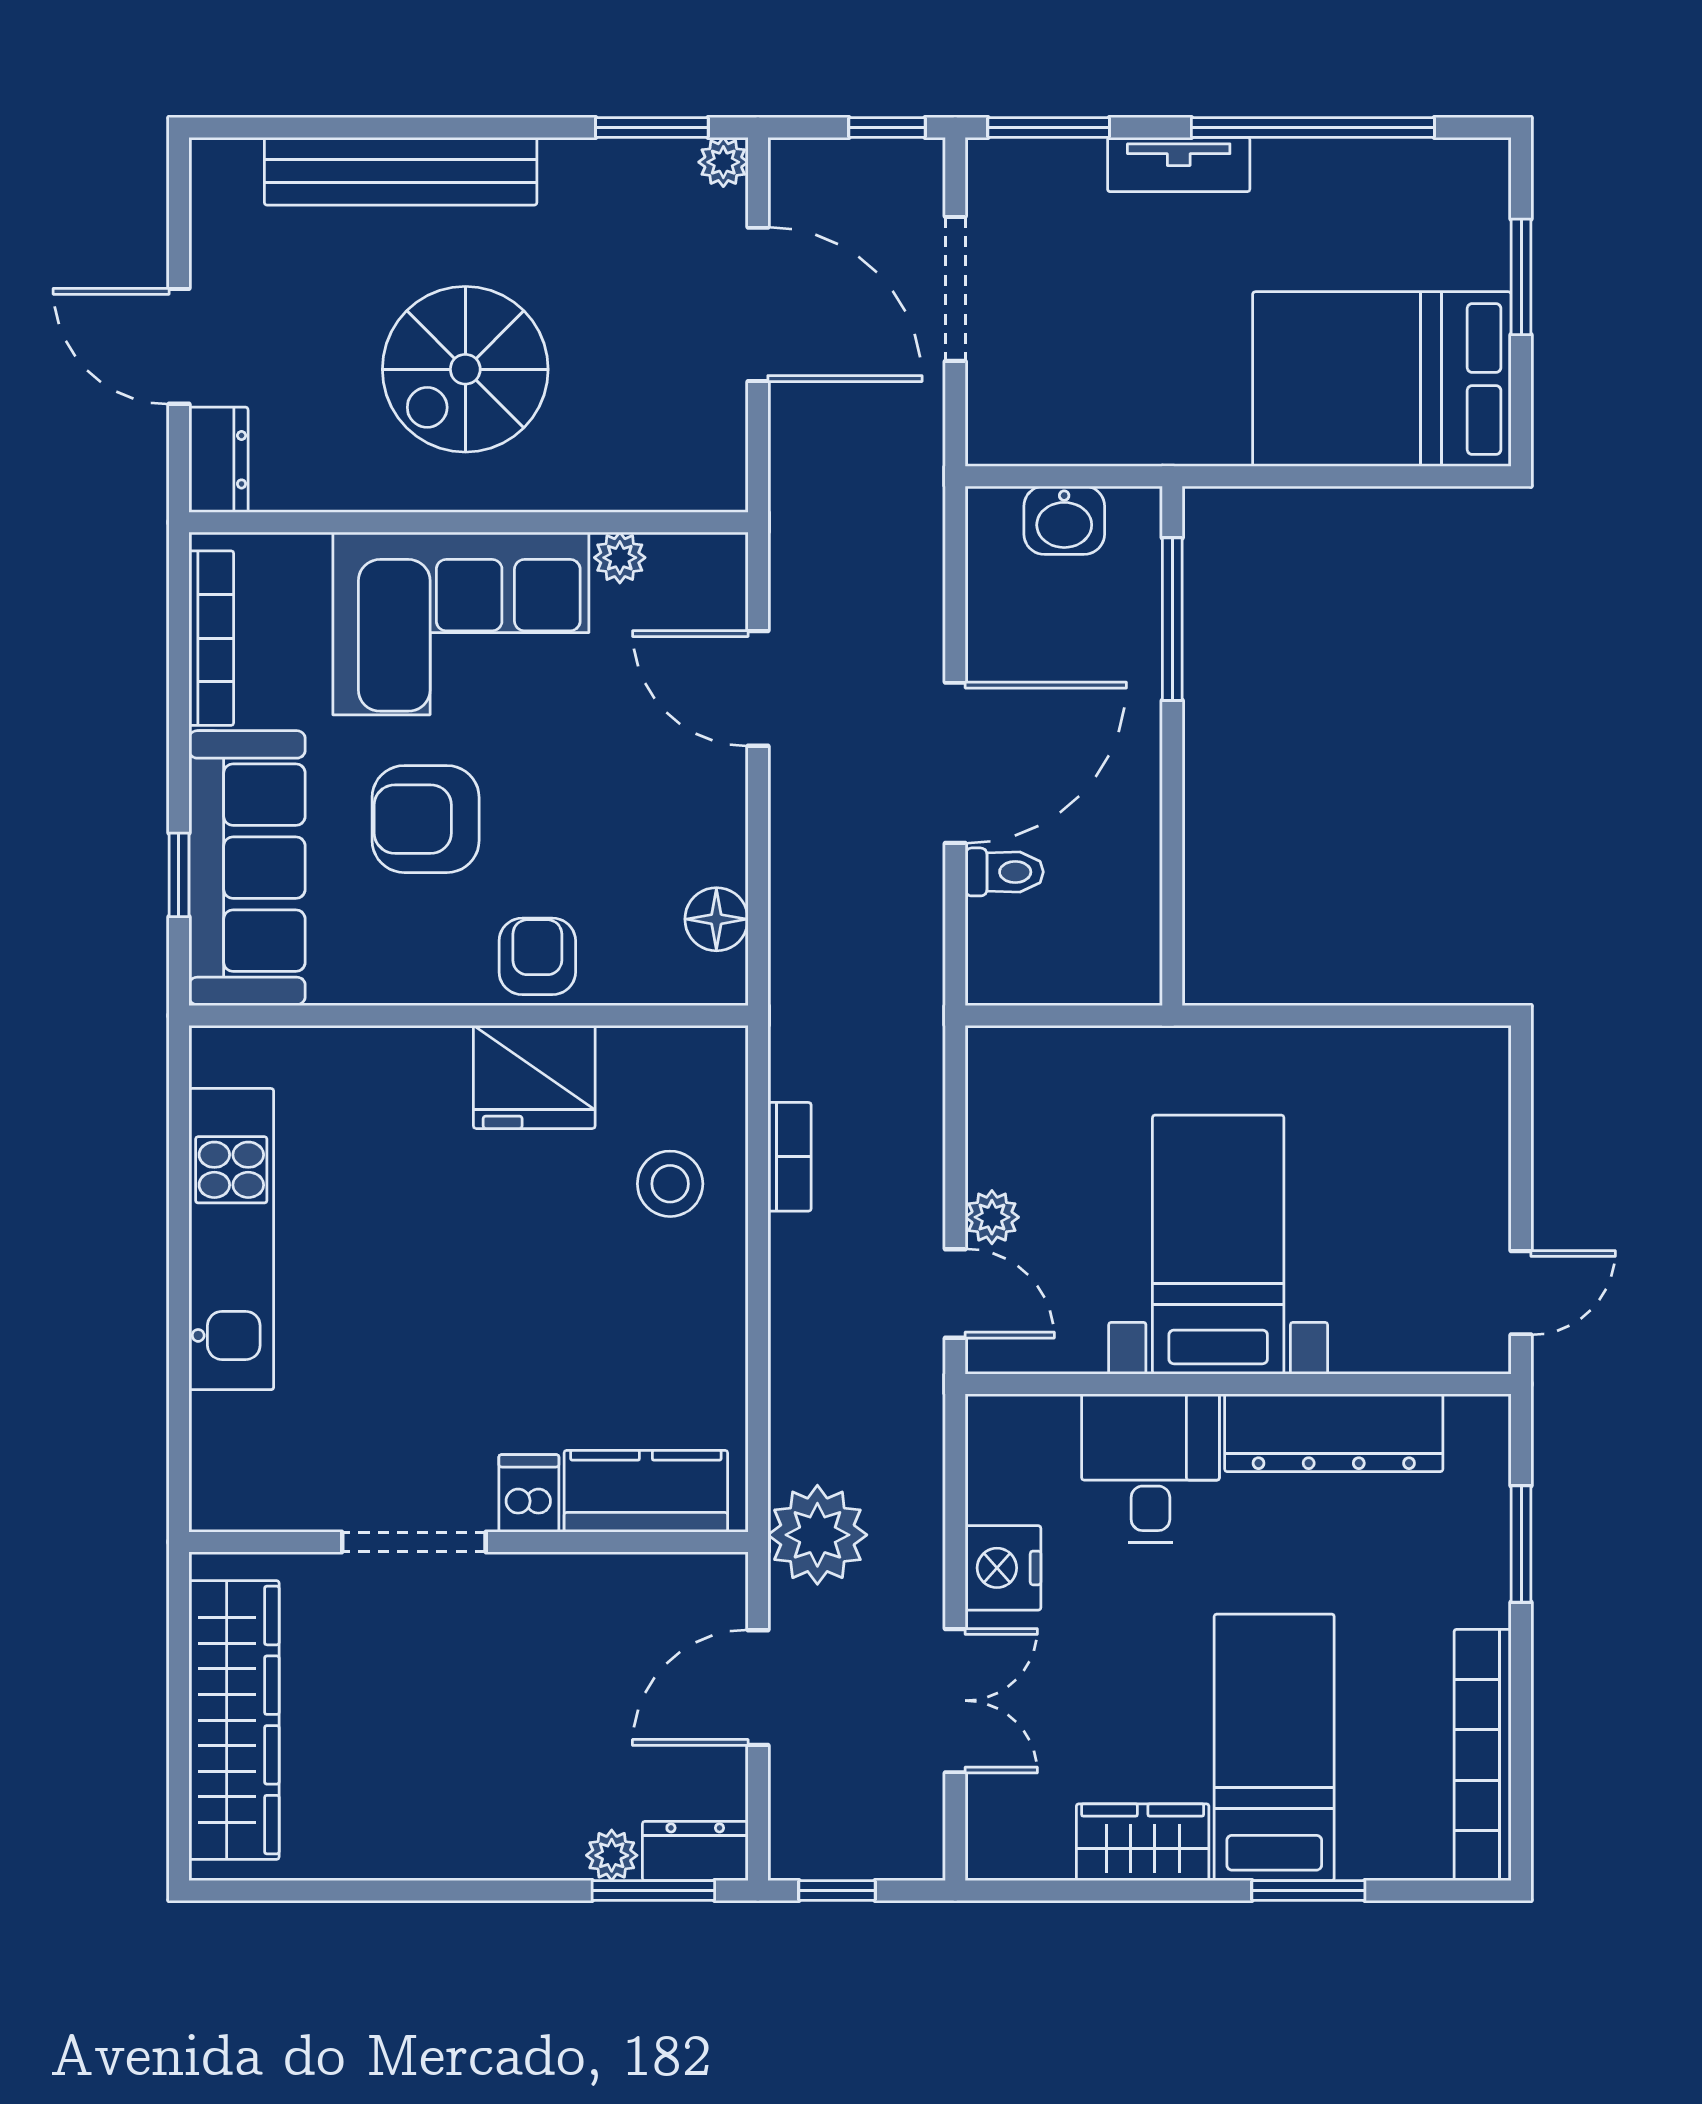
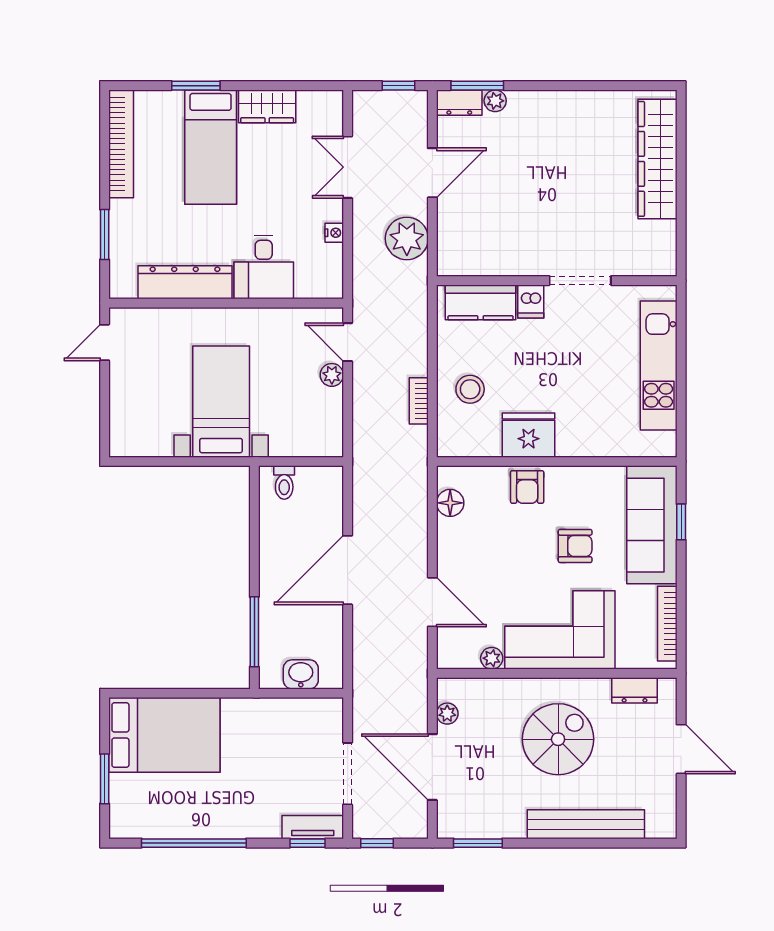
window: (1049, 127) -> (307, 843), width x0.67
plant: (723, 162) -> (447, 714), moved
tv unit: (1179, 164) -> (313, 827), moved
dresser: (218, 460) -> (635, 690), moved, turned -90
armchair: (426, 819) -> (575, 546), width x0.72, depth x0.72
toilet: (1004, 872) -> (284, 483), moved, turned -90
bed with nightstands: (1218, 1245) -> (221, 402), moved, turned 180
kitchen counter: (646, 1491) -> (480, 302), moved
dishwasher: (529, 1493) -> (531, 301), moved
doorway: (414, 1542) -> (580, 281), moved
wall: (468, 1542) -> (557, 281), moved
nightstand: (1003, 1568) -> (334, 233), width x0.53, depth x0.56

